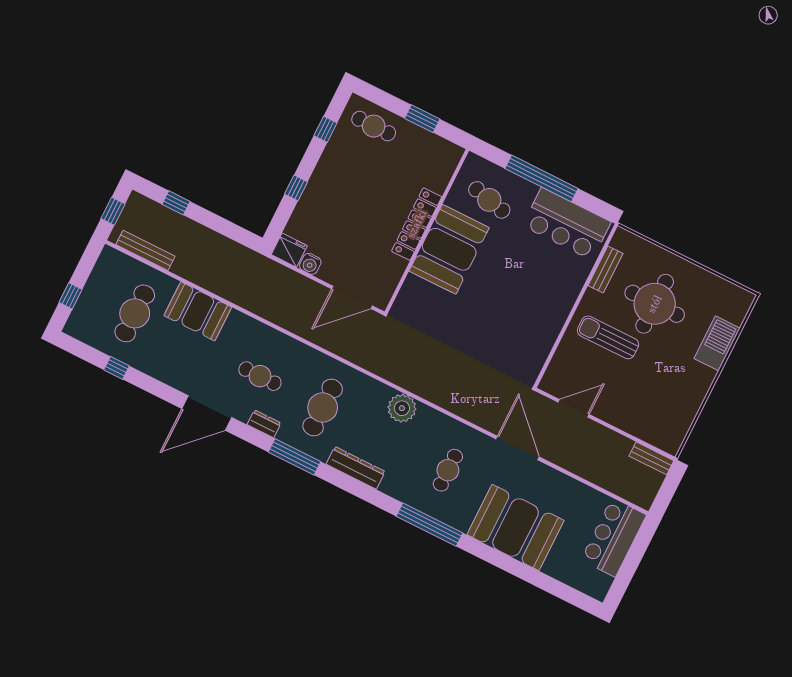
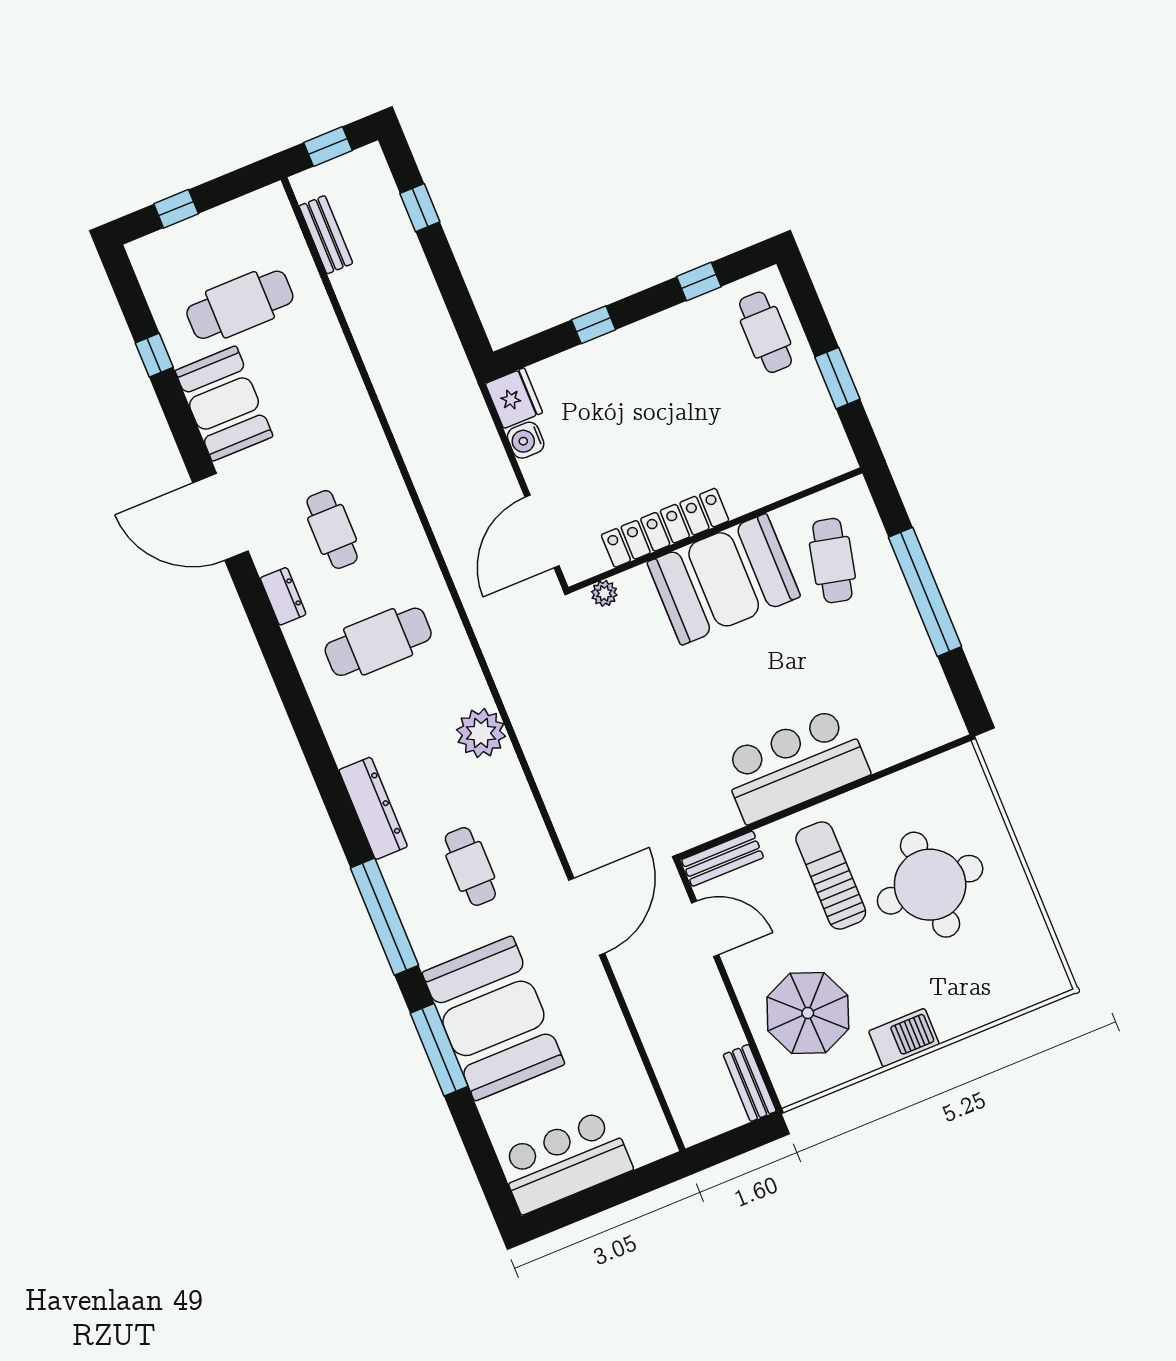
locker: (417, 224) -> (665, 528), moved
bar counter: (567, 224) -> (795, 765), moved, turned 90
bench: (145, 250) -> (326, 235), width x0.73
bench: (605, 270) -> (723, 859), moved
door: (352, 297) -> (542, 532), hinge flipped
plant: (403, 301) -> (604, 593), added
booth: (198, 311) -> (224, 404), moved
barbecue: (717, 343) -> (904, 1038), moved, width x0.73, depth x0.83
parasol: (650, 406) -> (808, 1013), added
window: (295, 457) -> (439, 1050), moved
dresser: (356, 468) -> (373, 808), moved
cafe table: (448, 470) -> (470, 866), turned 90
bar counter: (614, 537) -> (565, 1162), moved

